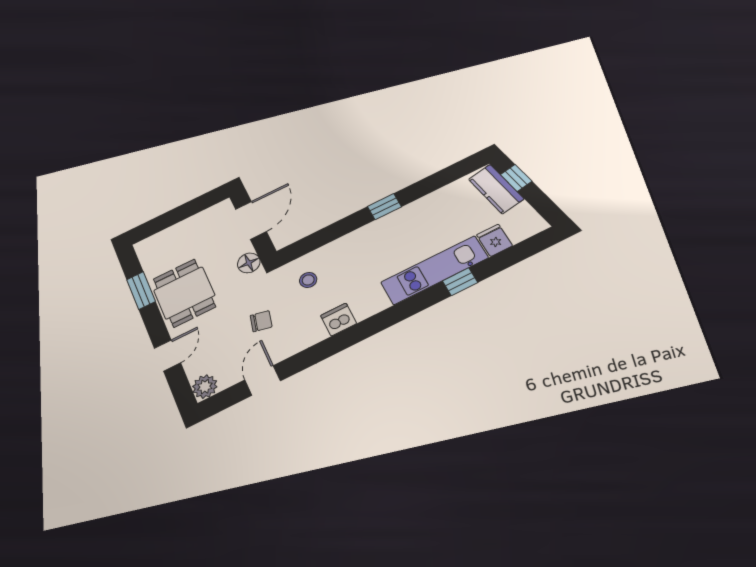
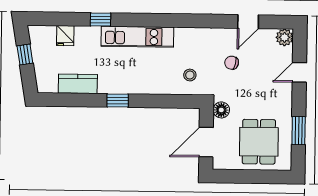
window: (516, 178) -> (25, 55), moved
kitchen counter: (496, 189) -> (78, 84), moved, turned -80
kitchen unit: (434, 270) -> (137, 37), moved
dining table: (184, 293) -> (259, 142), moved
dishwasher: (339, 319) -> (184, 36), removed

